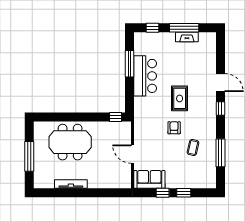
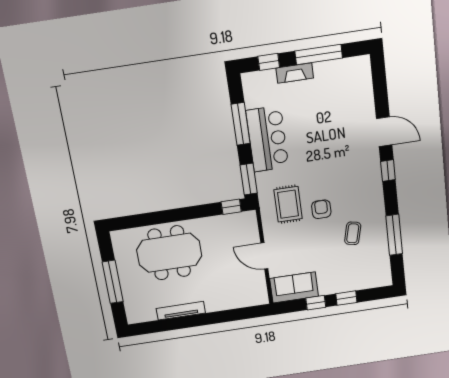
fireplace: (187, 37) -> (295, 73), moved
rug: (180, 98) -> (288, 204), moved
window: (129, 100) -> (249, 179), added

